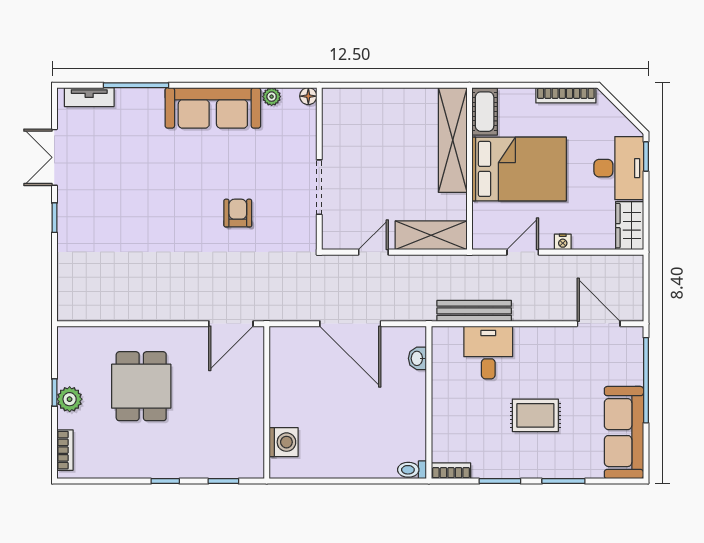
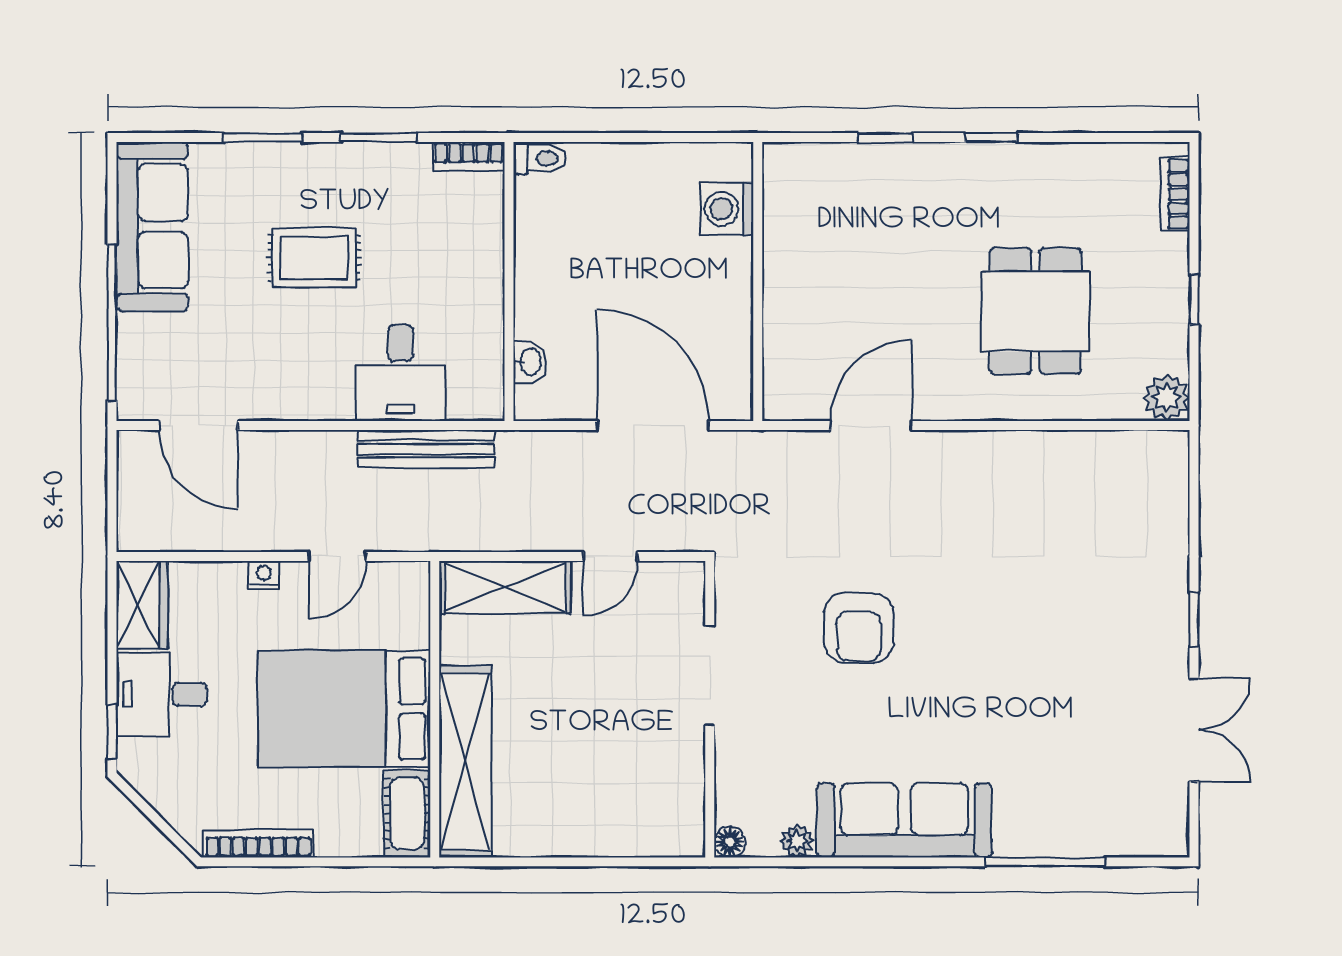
tv unit: (89, 97) -> (1130, 840), removed
desk: (619, 168) -> (162, 694), width x0.73
armchair: (238, 213) -> (859, 628), width x1.38, depth x1.38
plant: (70, 399) -> (1167, 398), moved
wall: (267, 402) -> (758, 282), moved
washing machine: (284, 442) -> (727, 209), moved

